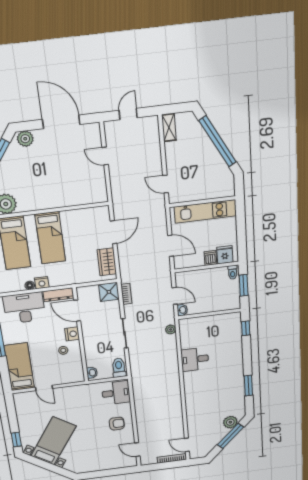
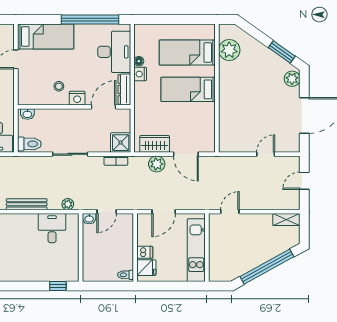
door: (128, 114) -> (304, 181), swing flipped
plant: (126, 258) -> (157, 164), added
window: (244, 285) -> (109, 286), removed
desk: (195, 359) -> (52, 228), moved
bench: (173, 363) -> (27, 204), added

